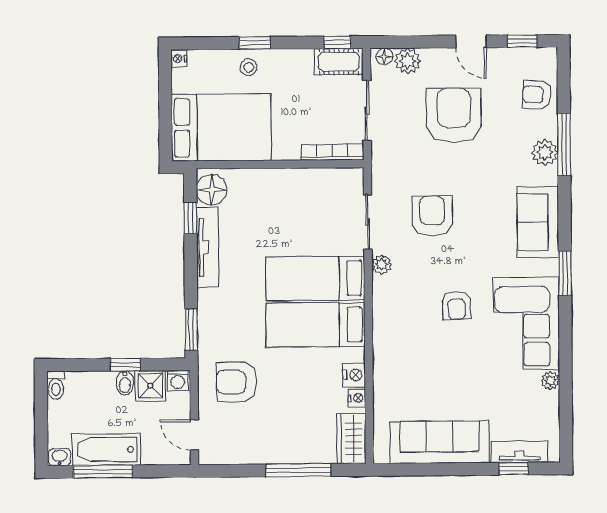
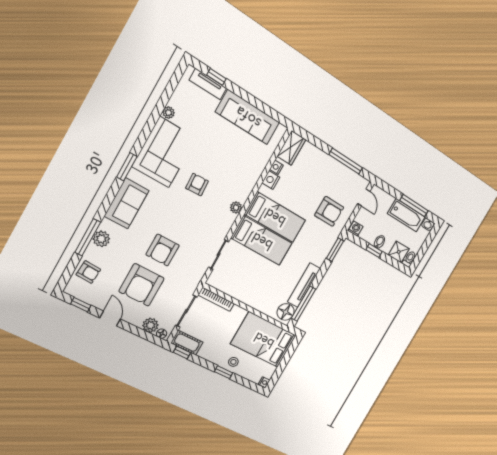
armchair: (432, 216) -> (163, 250), moved
window: (190, 218) -> (304, 304), width x2.17
plant: (382, 264) -> (236, 208), moved
shower: (150, 386) -> (399, 252), moved
window: (298, 470) -> (346, 161), moved

